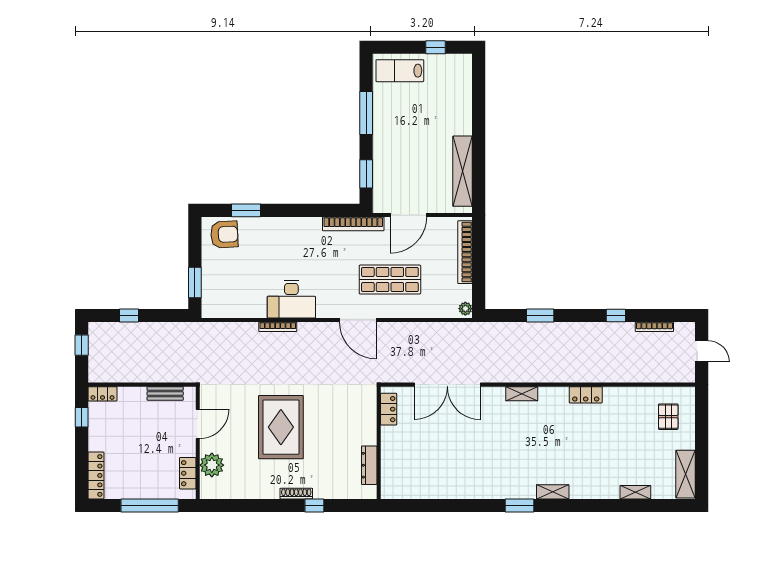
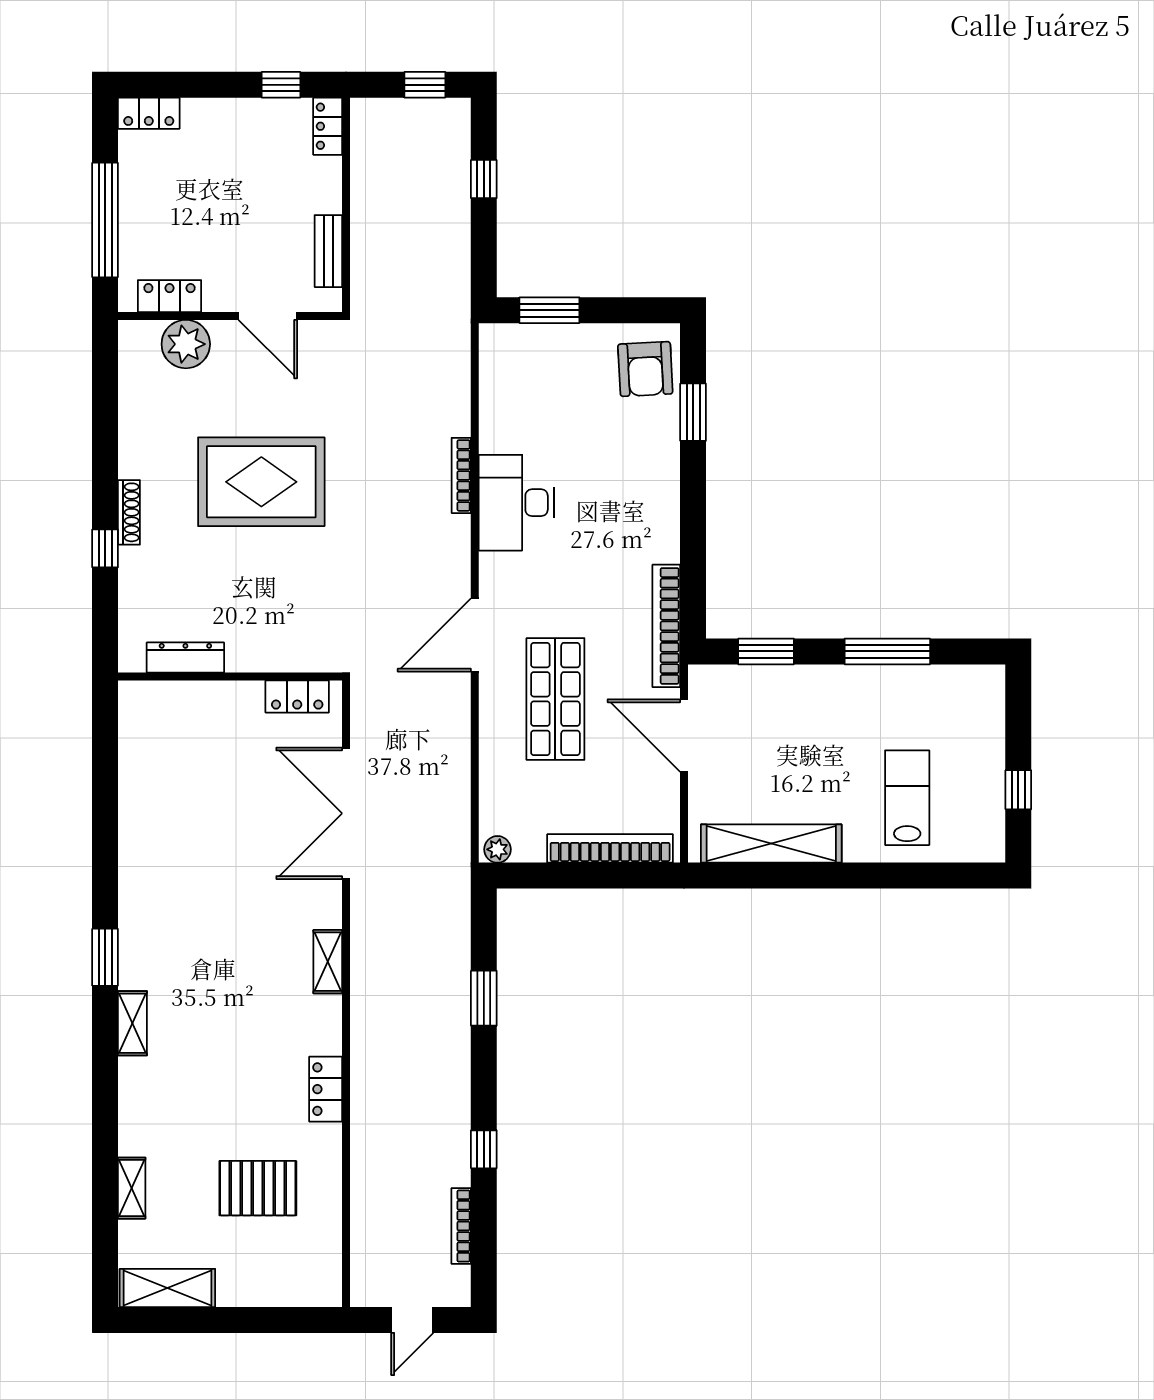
lab bench: (400, 71) -> (907, 798), moved
pallet: (668, 417) -> (258, 1188), moved, width x1.50, depth x1.42
locker: (96, 475) -> (149, 113), width x0.66

